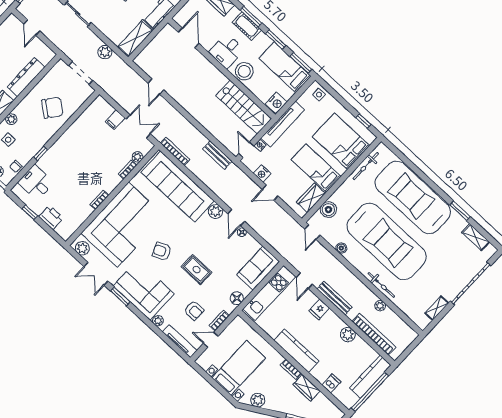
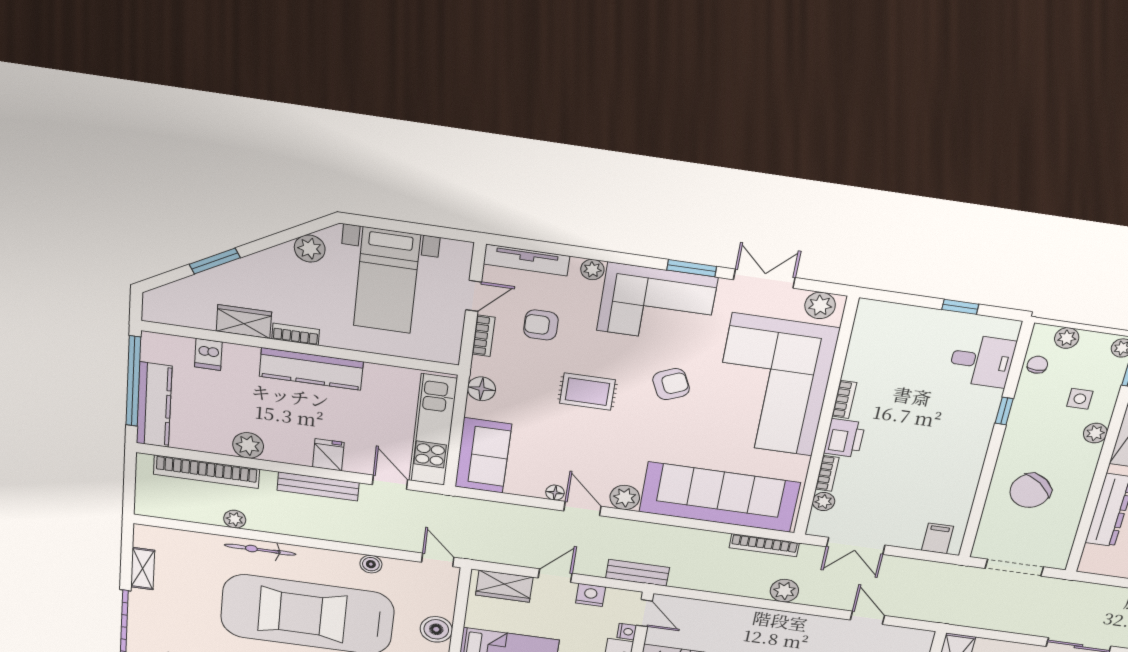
plant: (105, 52) -> (784, 591), moved
filing cabinet: (115, 120) -> (938, 538), moved
bench: (217, 155) -> (637, 573), moved
wardrobe: (311, 198) -> (504, 586), moved, turned 90
boiler: (328, 210) -> (436, 629), moved
printer: (51, 217) -> (844, 438), moved, turned -90

